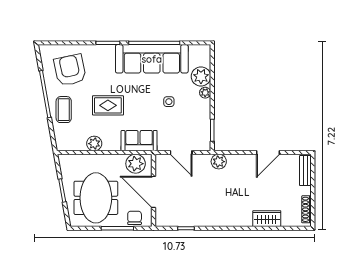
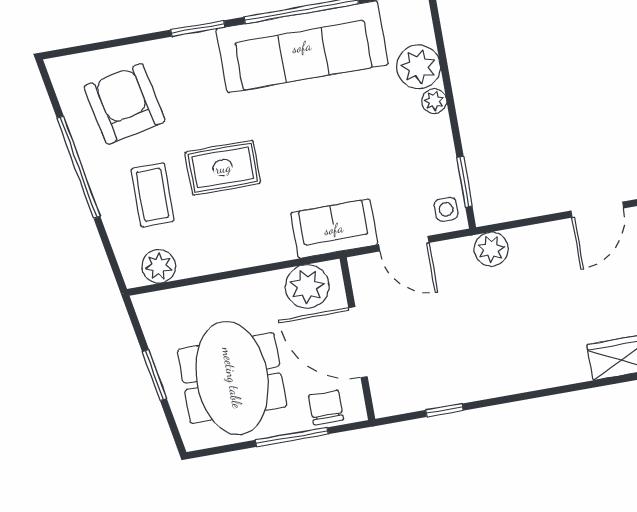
side table: (169, 102) -> (446, 209), moved
coffee table: (64, 110) -> (153, 195), moved
sofa: (139, 141) -> (334, 229), moved
plant: (94, 144) -> (159, 266), moved

